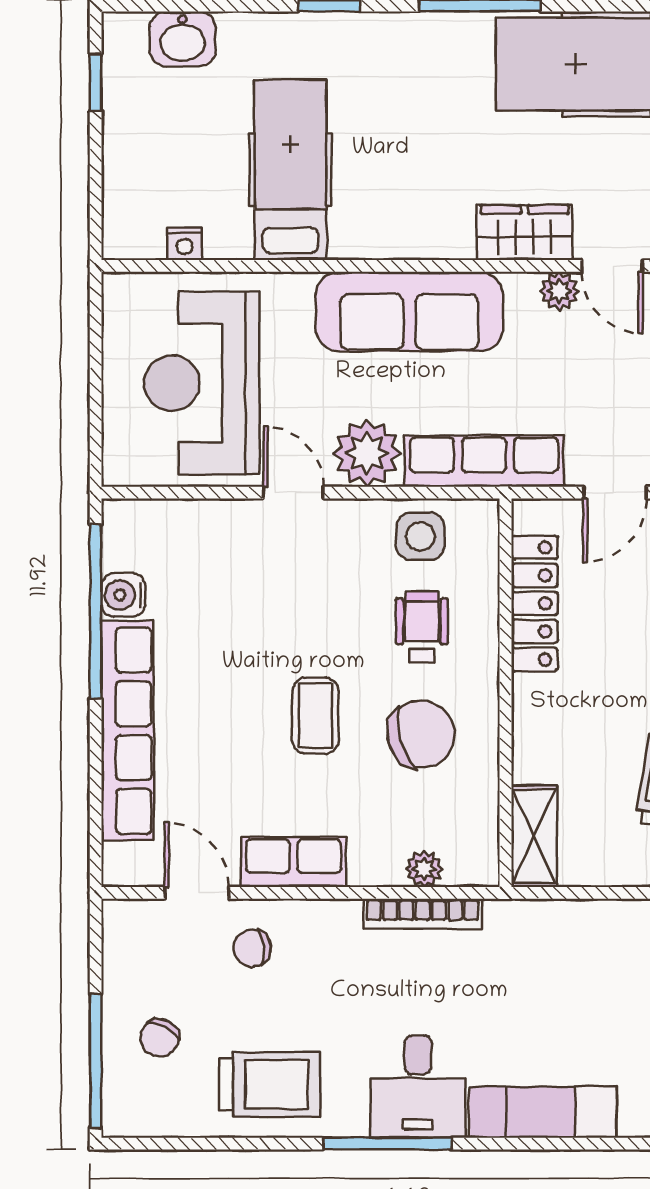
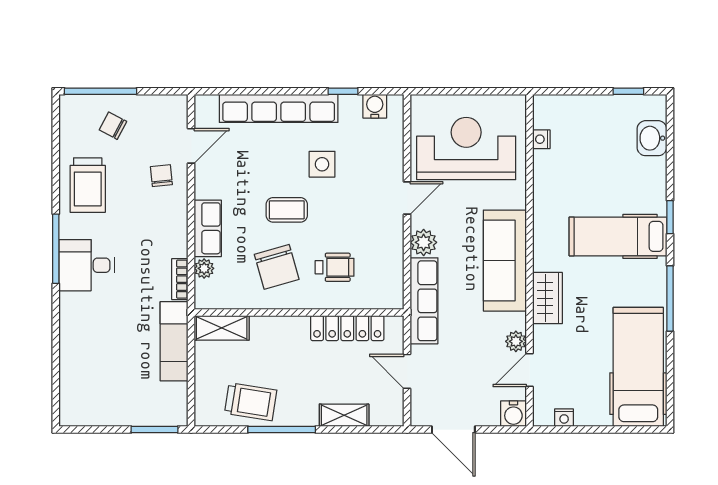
hospital bed: (290, 170) -> (618, 236), moved, turned 180
wardrobe: (525, 233) -> (547, 298), moved
plant: (367, 453) -> (424, 242), width x0.73, depth x0.73
side table: (420, 536) -> (322, 164), moved
water cooler: (123, 595) -> (375, 106), moved
window: (96, 611) -> (343, 91), width x0.32
row of seats: (293, 862) -> (208, 228), moved
bookcase: (423, 914) -> (180, 279), width x0.64
exam couch: (543, 1112) -> (174, 341), moved, turned 180

